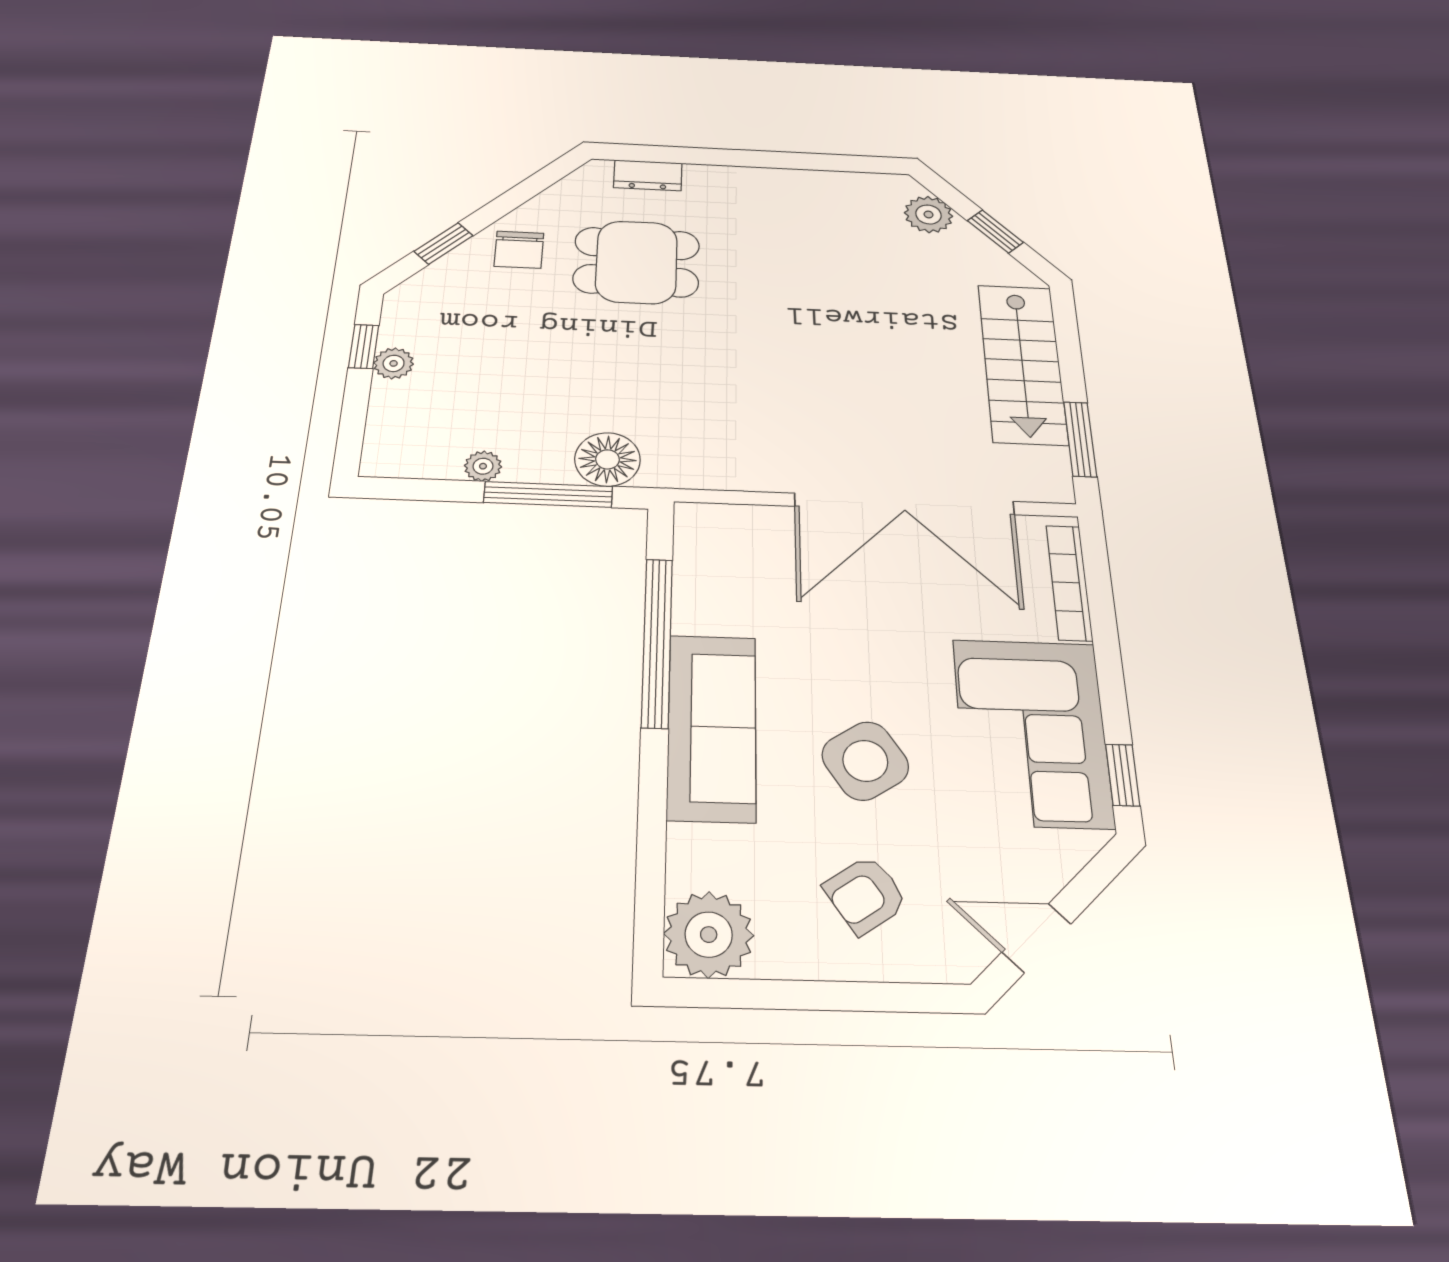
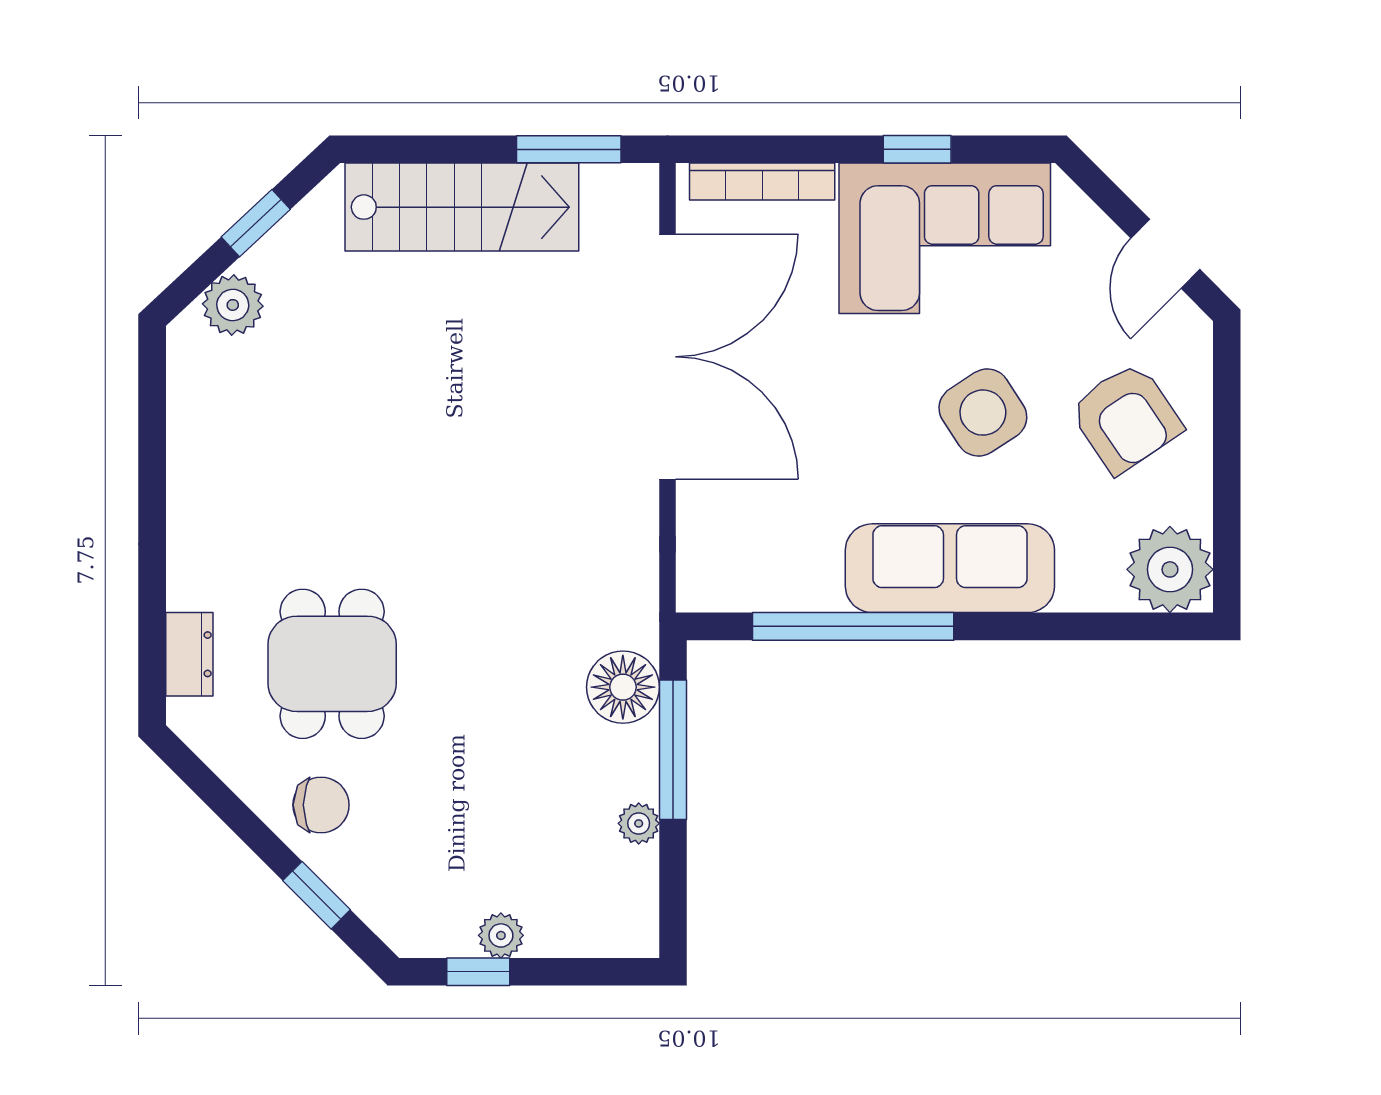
window: (1123, 775) -> (917, 149), moved
armchair: (866, 895) -> (1126, 418), width x1.38, depth x1.38

